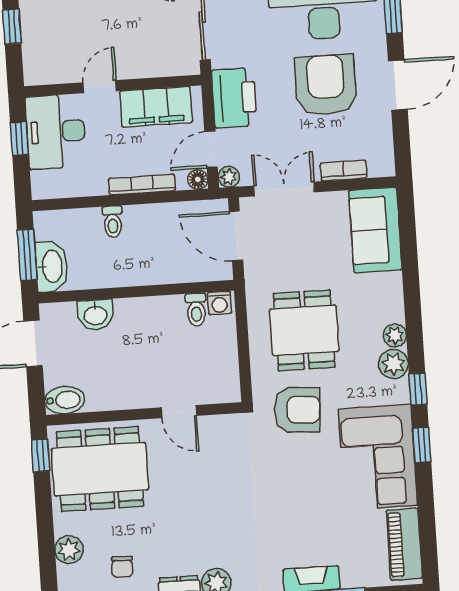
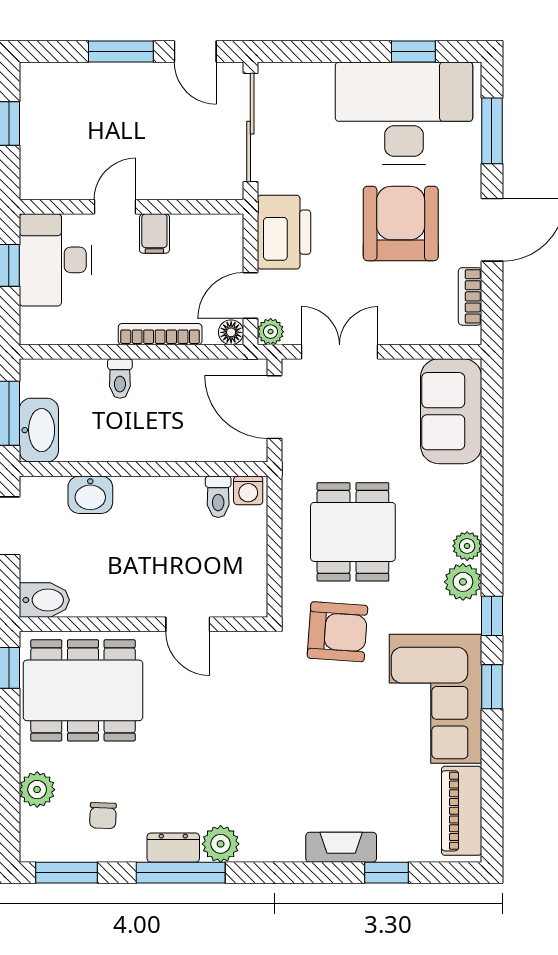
filing cabinet: (156, 107) -> (154, 234), width x0.33, depth x0.86
bookcase: (344, 170) -> (470, 296), moved, turned -90

